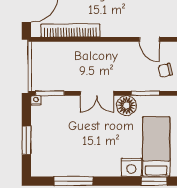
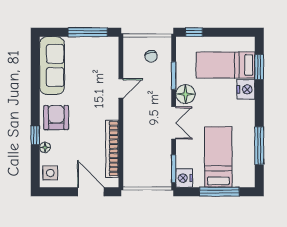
door: (149, 39) -> (121, 88), moved
nightstand: (36, 100) -> (184, 178), width x1.89, depth x1.79
bed: (62, 139) -> (218, 157), added
window: (26, 140) -> (219, 192), width x1.44

